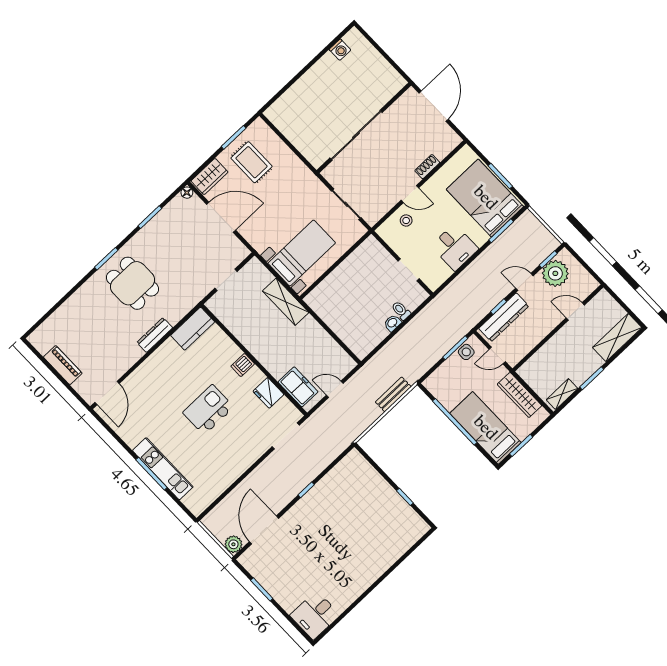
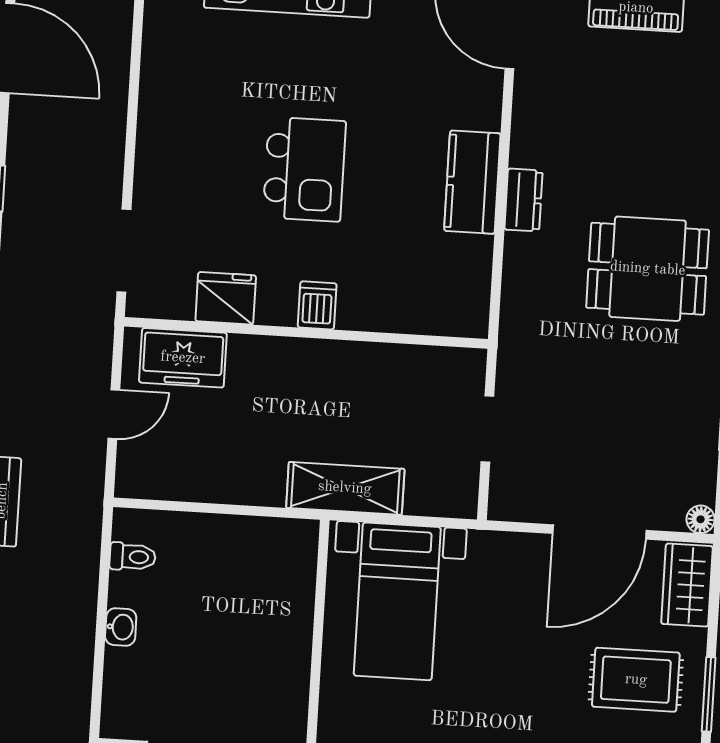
toilet: (401, 311) -> (133, 557), moved
kitchen counter: (193, 329) -> (472, 182), moved
dresser: (155, 335) -> (524, 200), width x0.70

